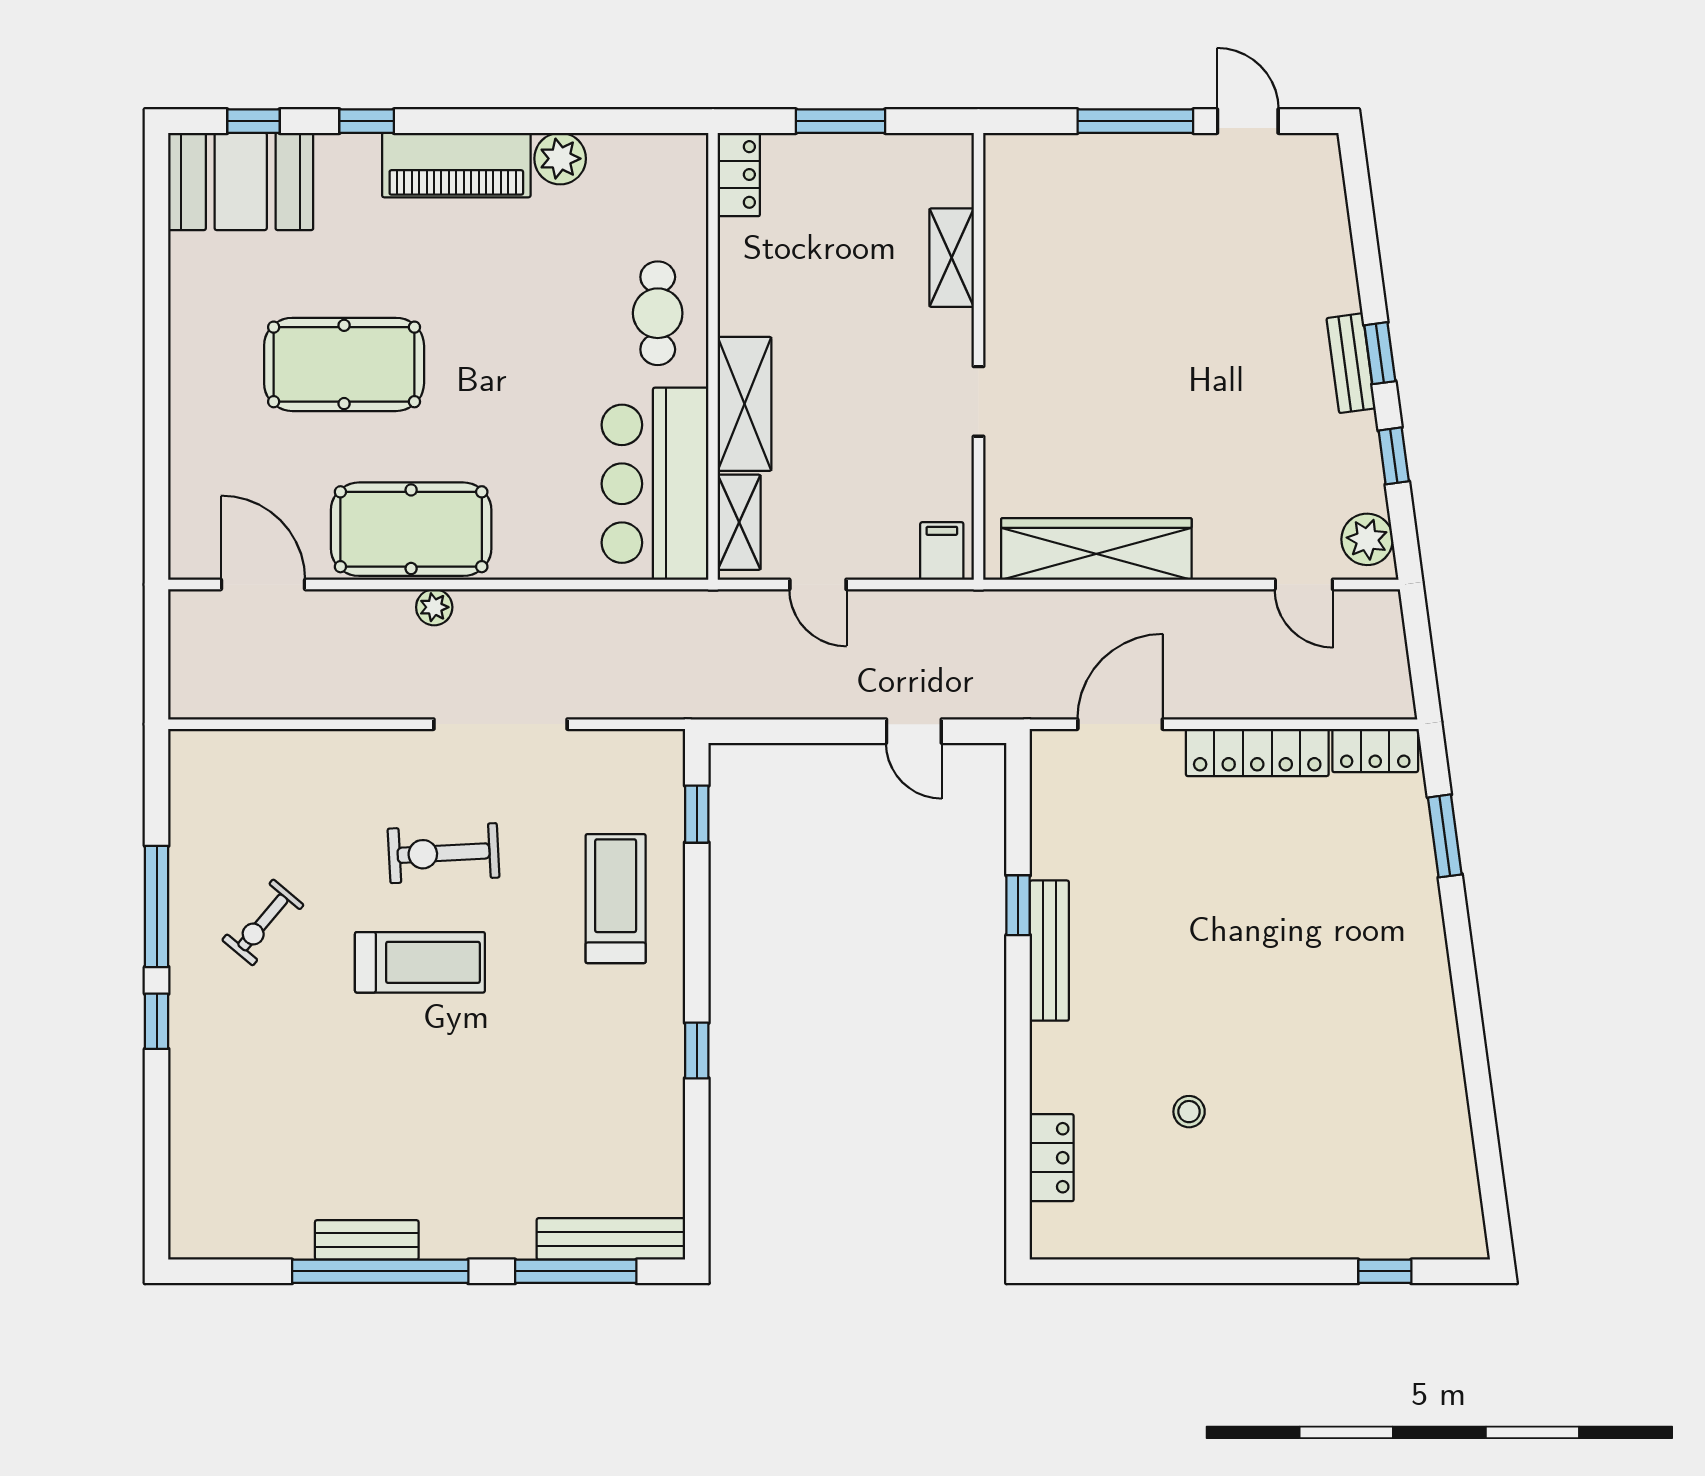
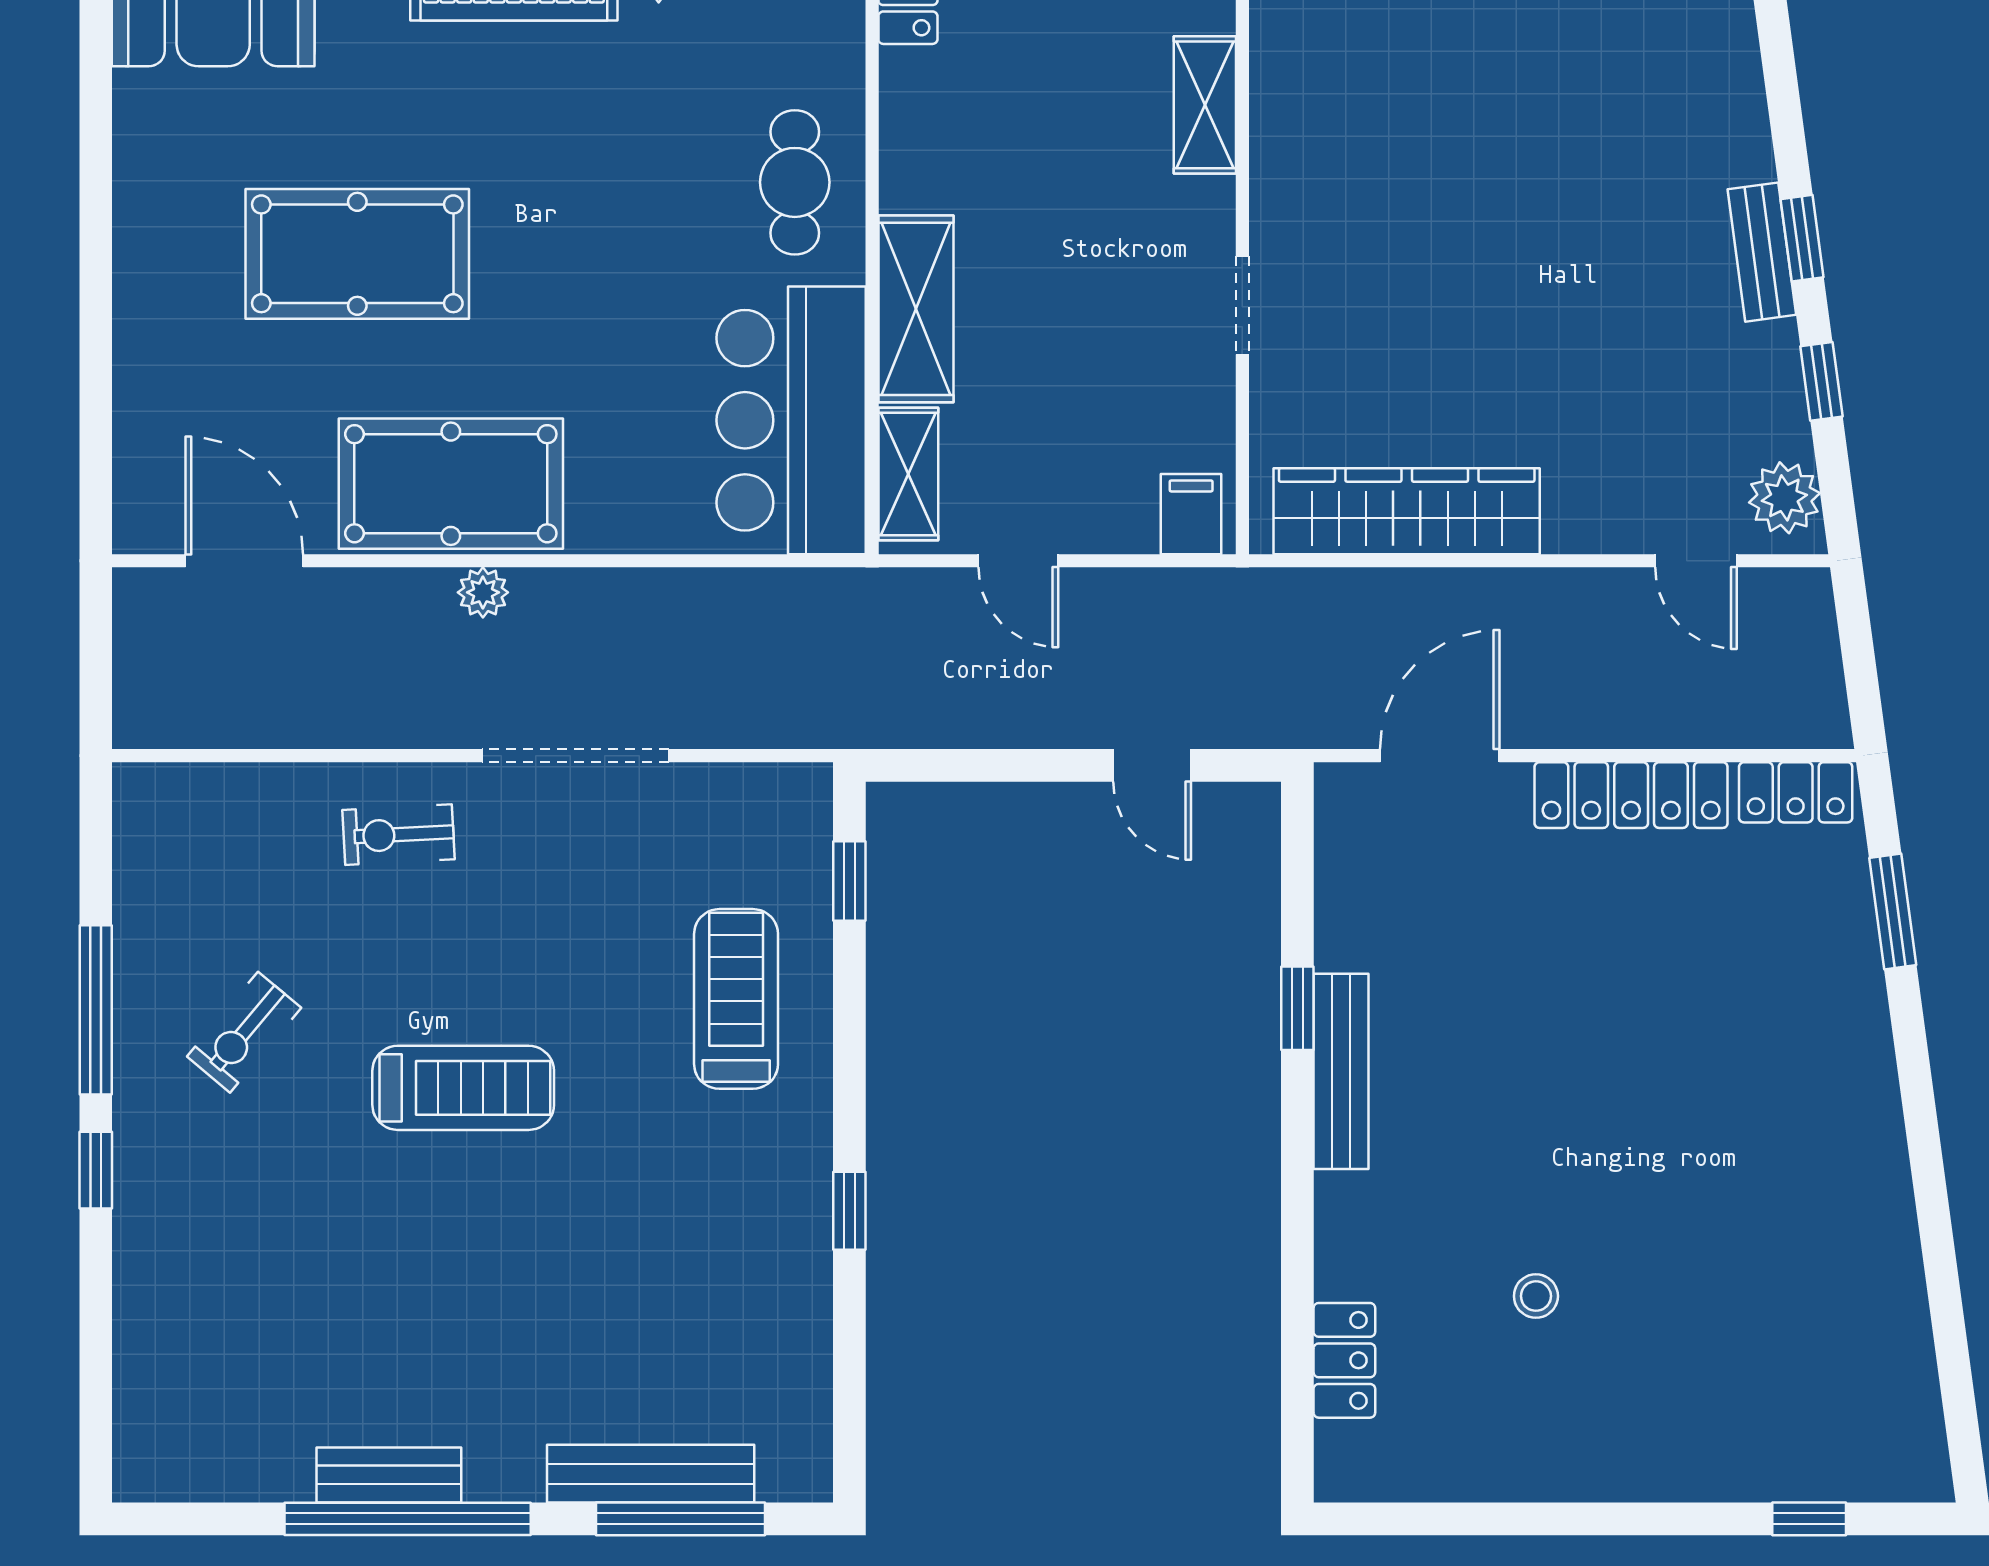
exercise bike: (444, 853) -> (399, 835), moved, width x0.73, depth x0.72
bench: (611, 1239) -> (651, 1474), moved

